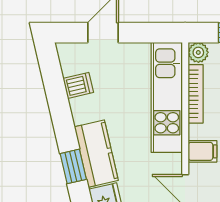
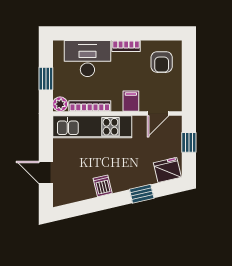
dishwasher: (78, 85) -> (103, 186), moved
kitchen counter: (96, 154) -> (133, 177), removed

